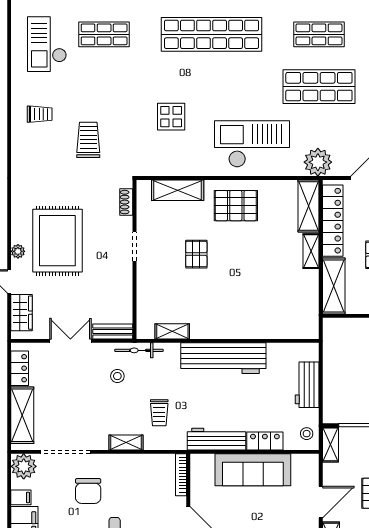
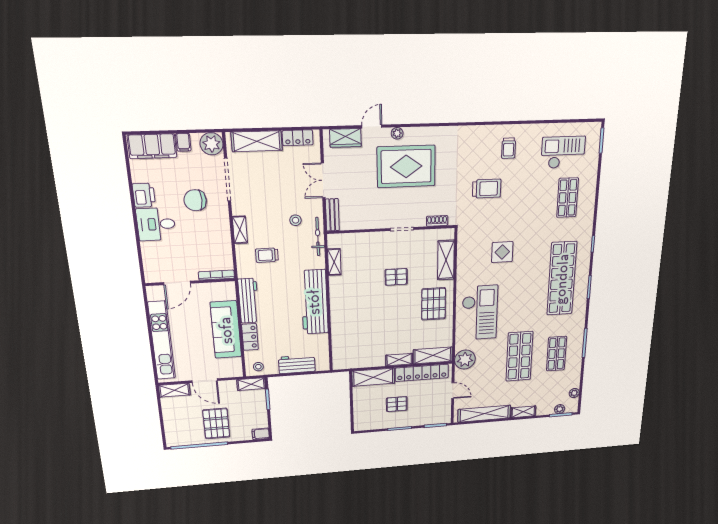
double door: (70, 341) -> (323, 180), swing flipped

